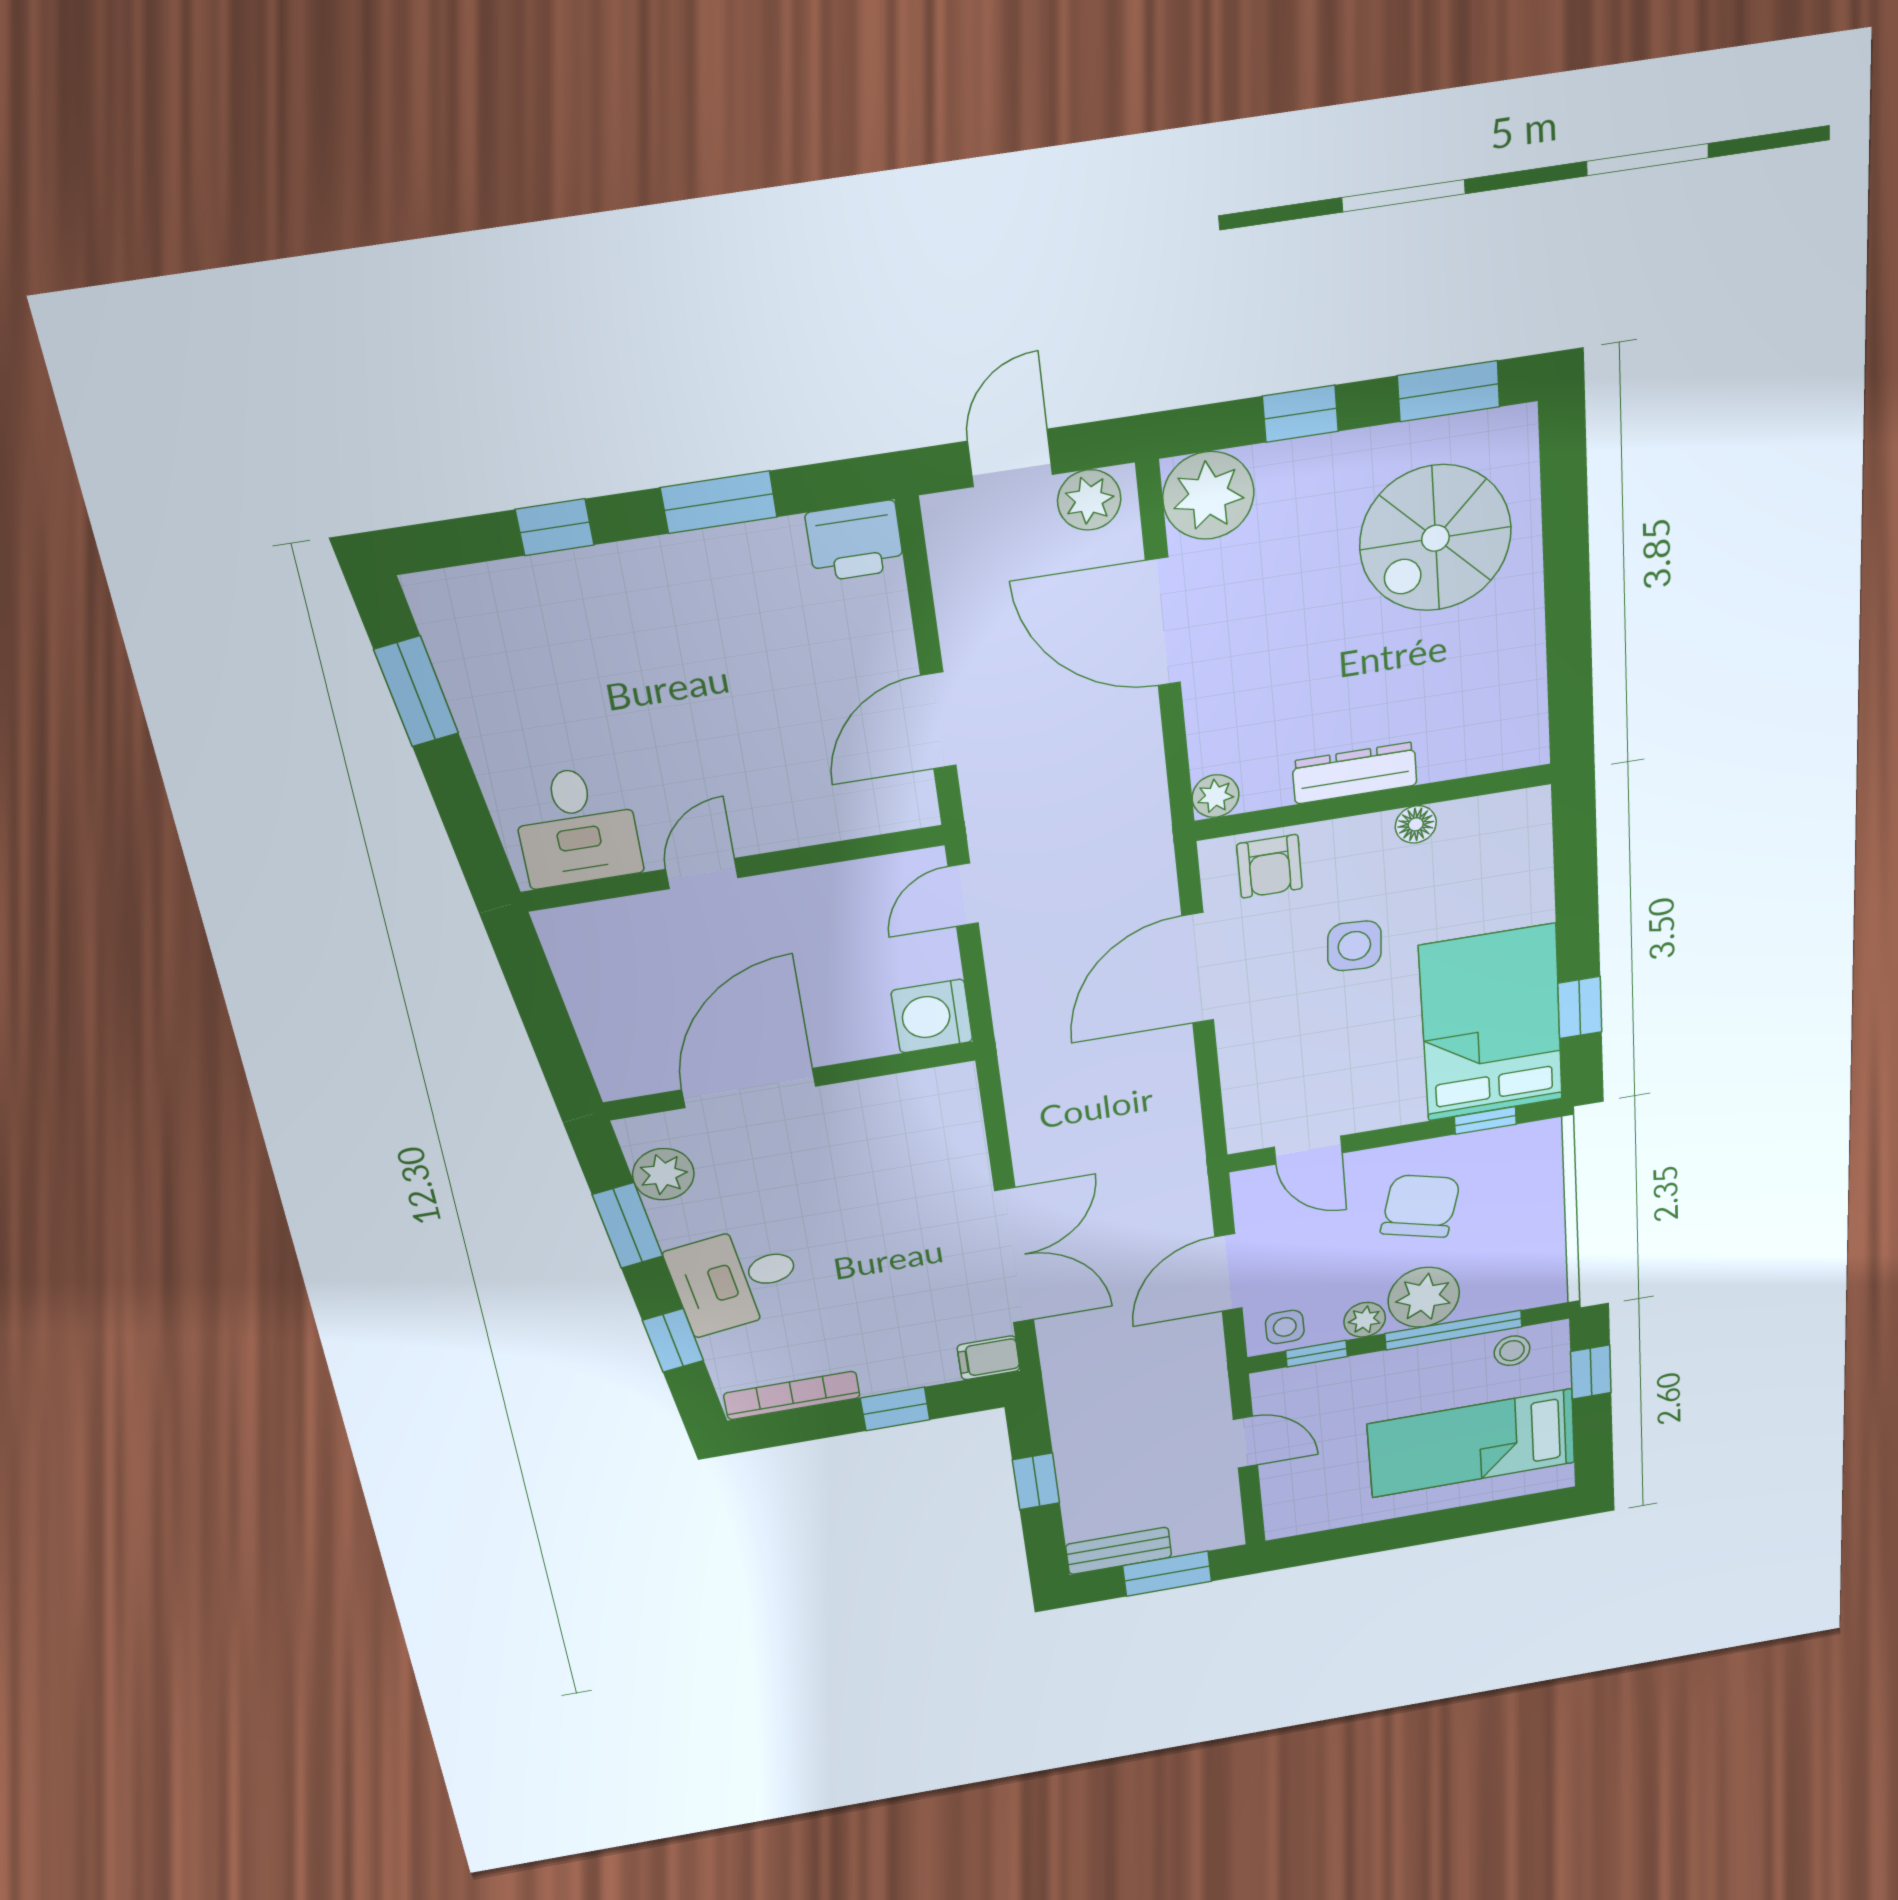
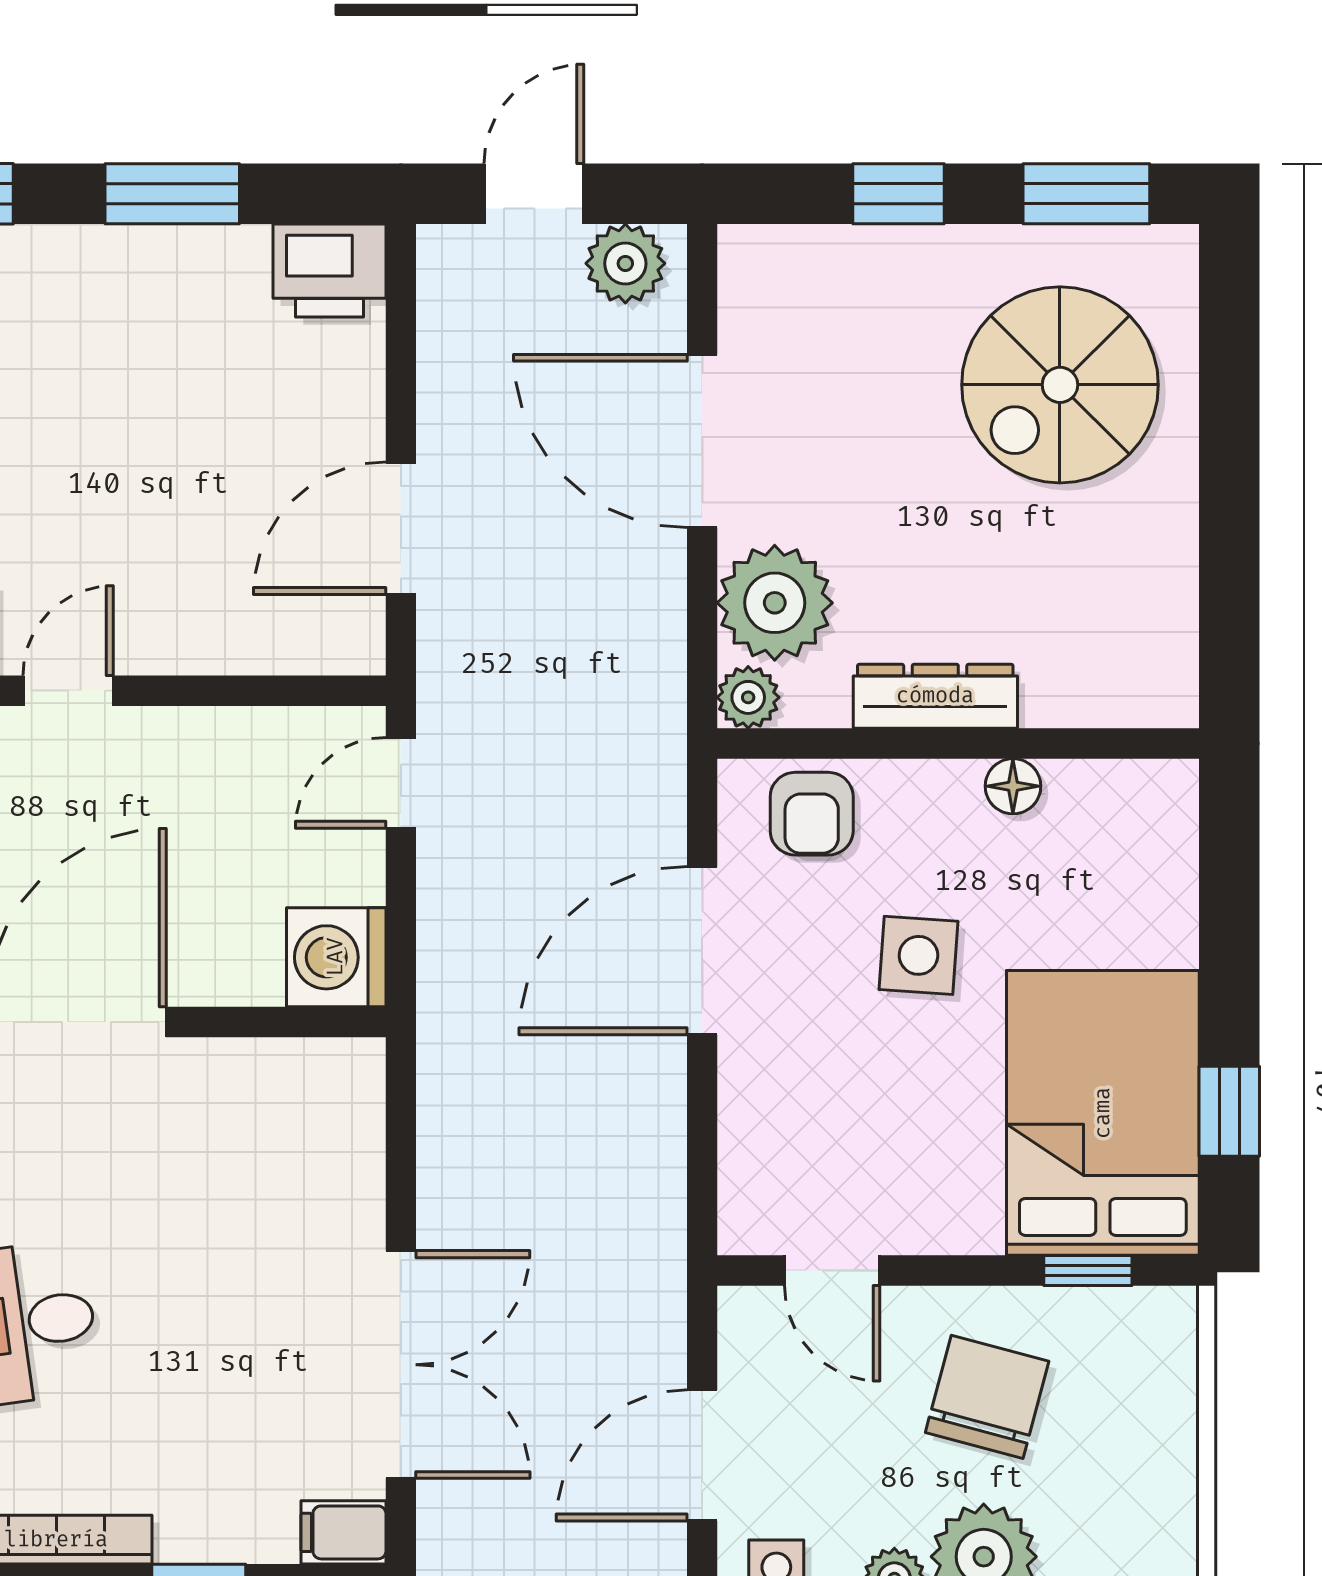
plant: (1208, 495) -> (775, 603), moved

